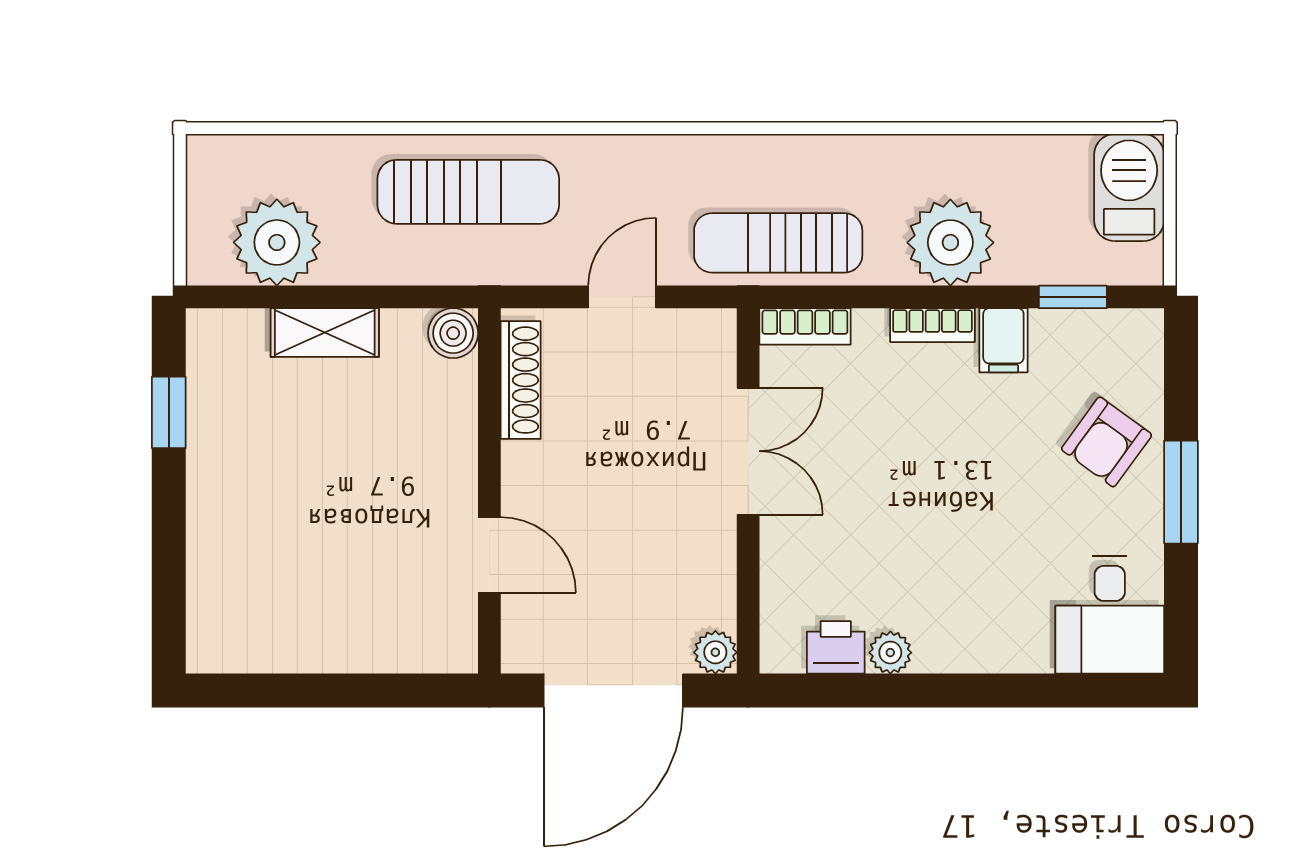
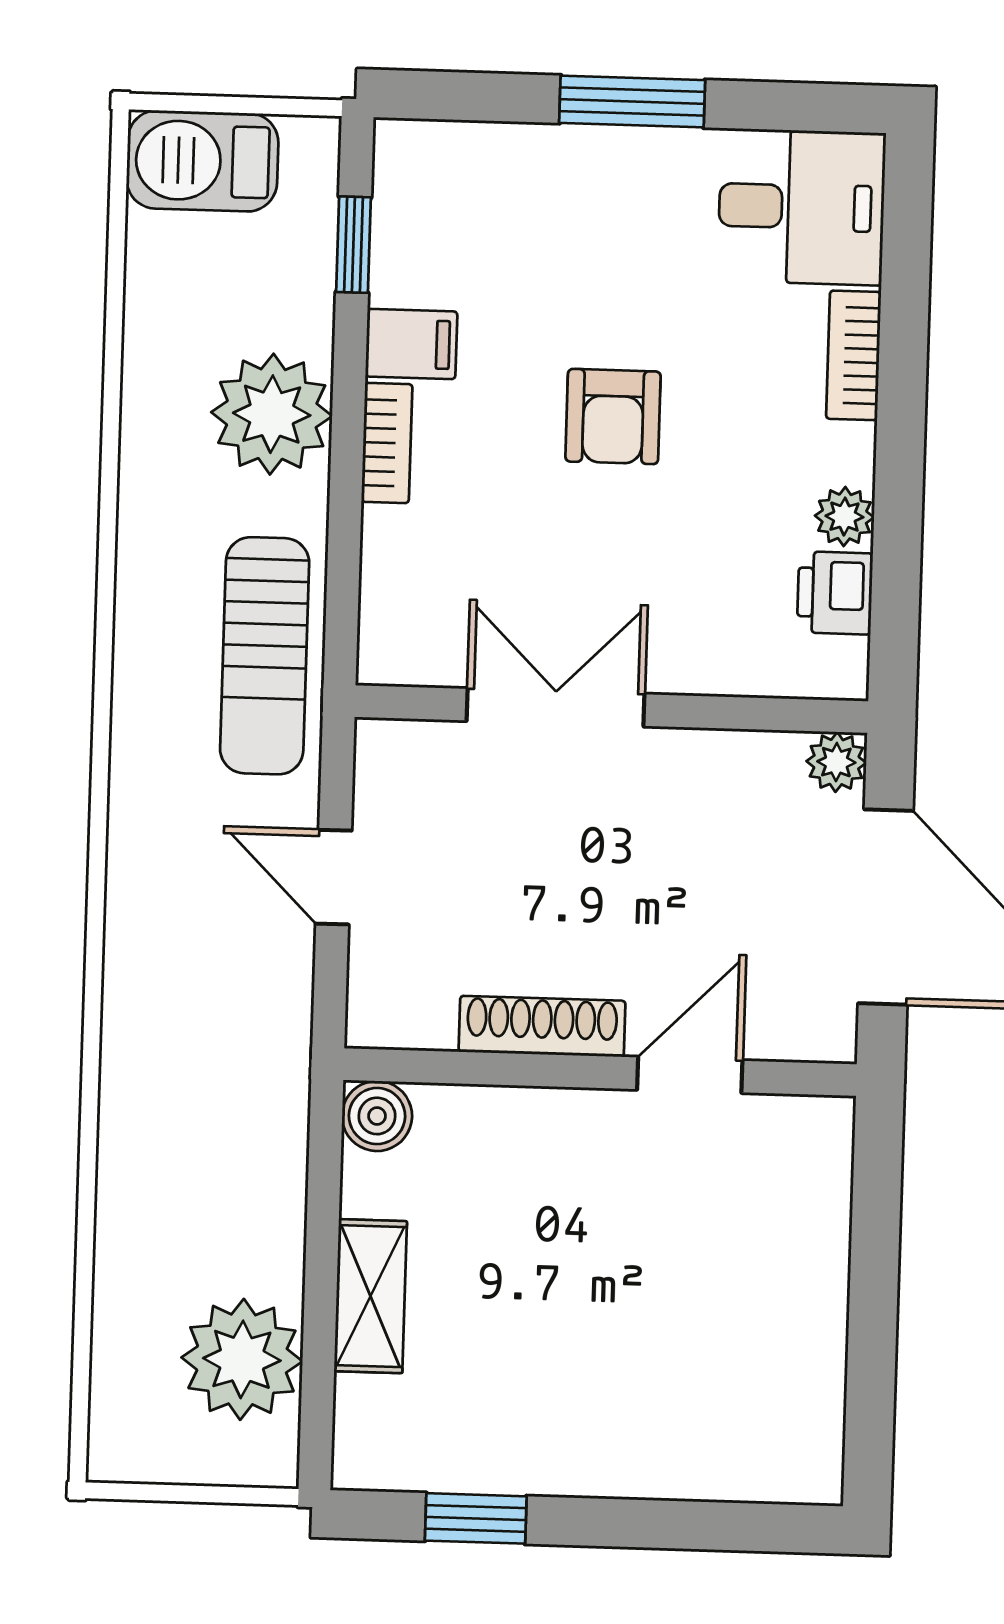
sun lounger: (468, 192) -> (179, 1089), removed
bookcase: (805, 326) -> (854, 355), moved, turned 180
shoe rack: (521, 380) -> (542, 1026), moved
armchair: (1107, 442) -> (613, 417), moved, turned 54

